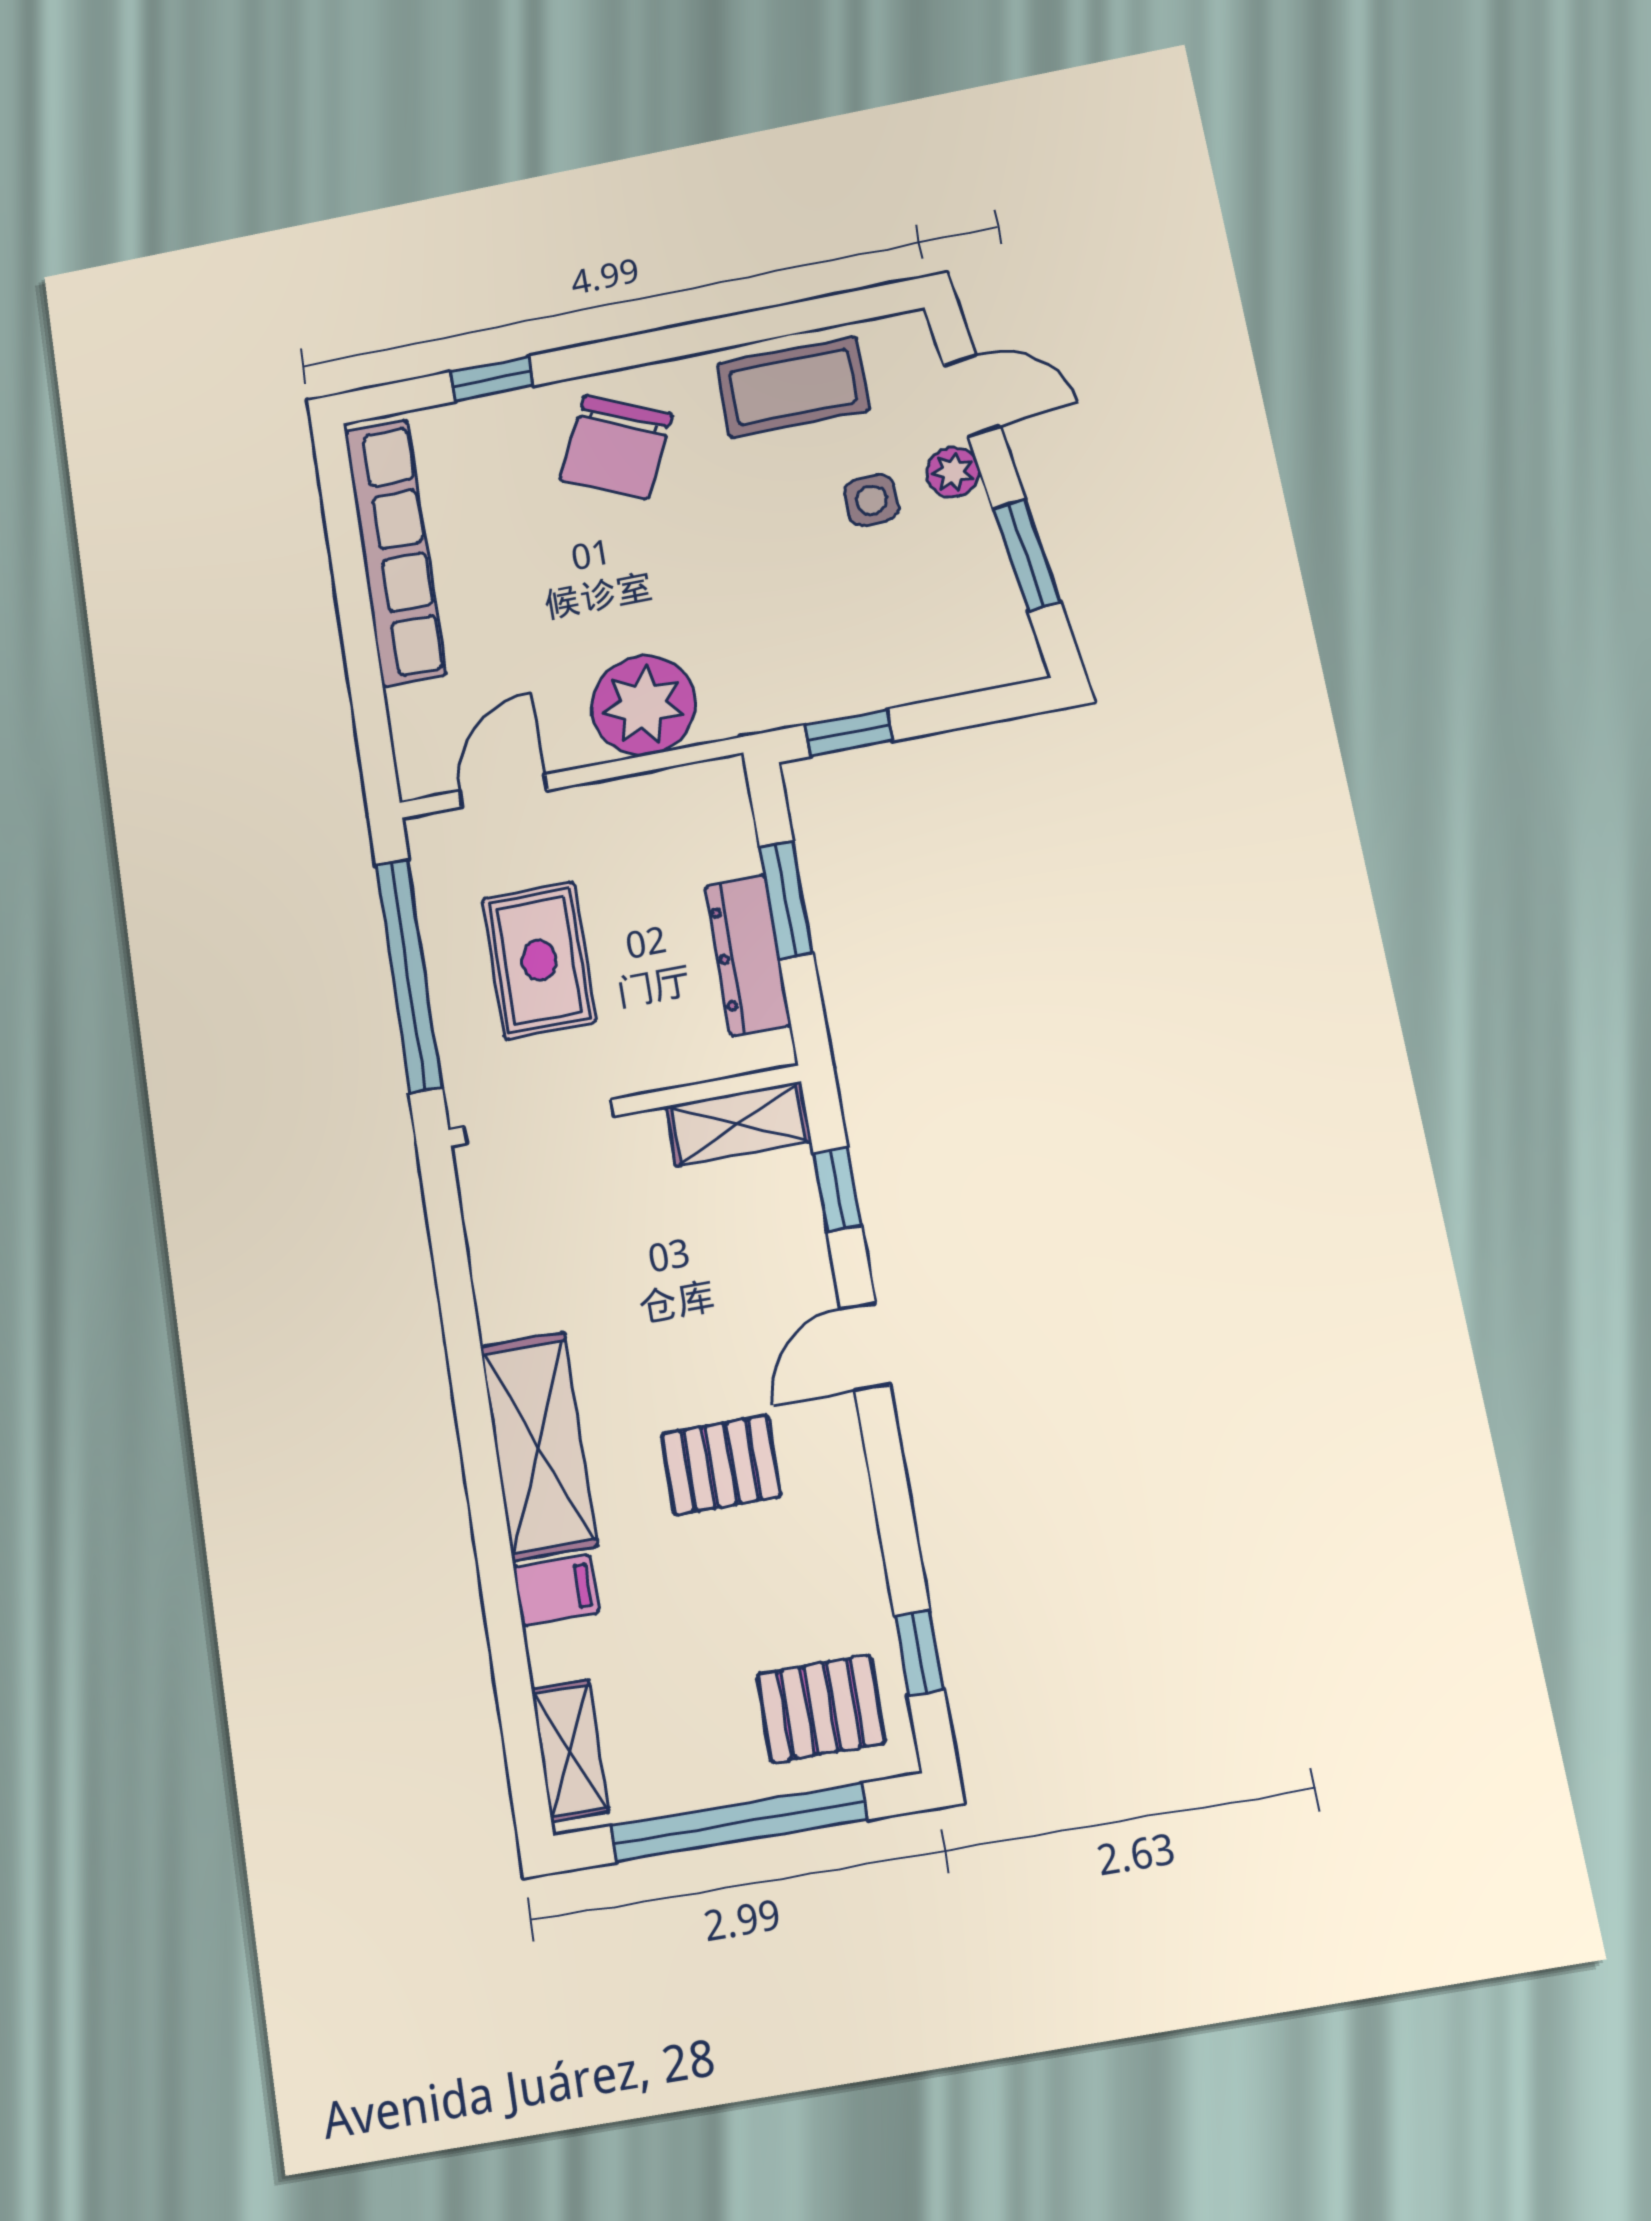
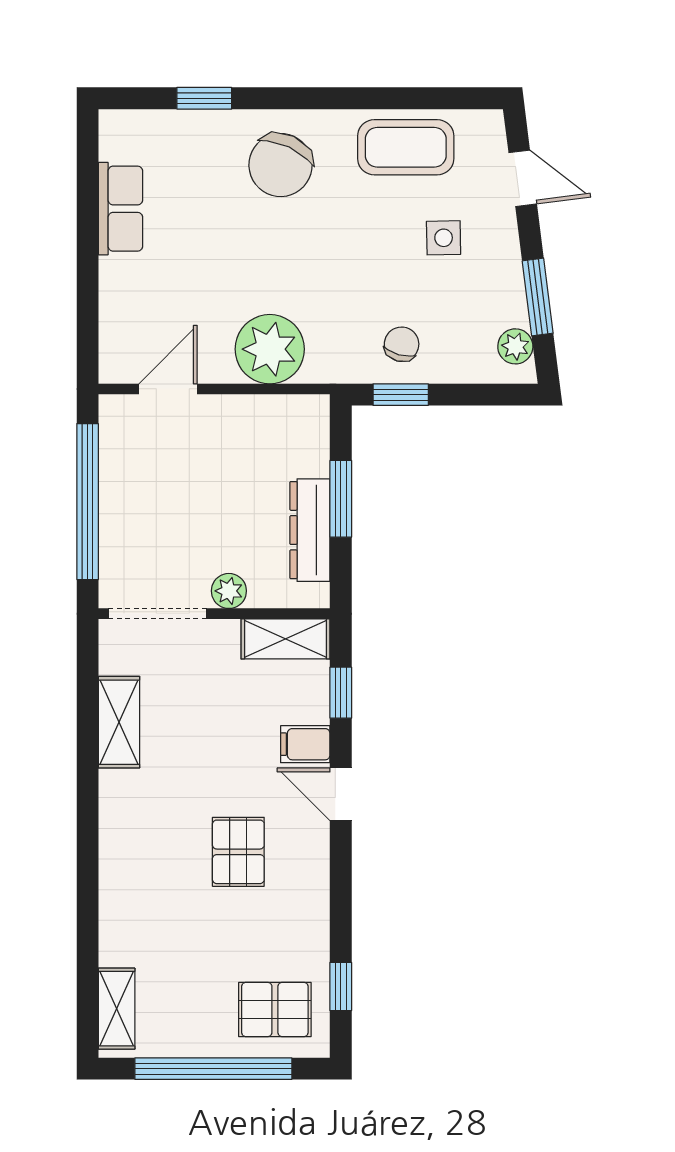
plant: (953, 472) -> (515, 346), moved
row of seats: (395, 552) -> (120, 209), width x0.50
chair: (837, 661) -> (402, 344), added
rug: (539, 960) -> (174, 508), removed
plant: (641, 1068) -> (229, 591), added
door: (865, 1347) -> (341, 794), hinge flipped
shelving: (539, 1446) -> (119, 722), moved, width x0.67, depth x0.75
pallet: (721, 1465) -> (238, 852), turned 90
filing cabinet: (556, 1590) -> (305, 744), moved, turned 180

